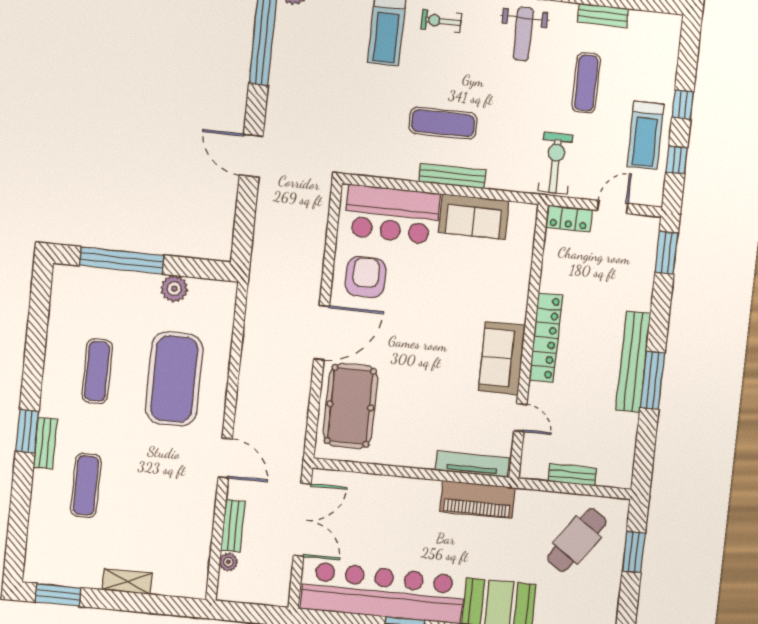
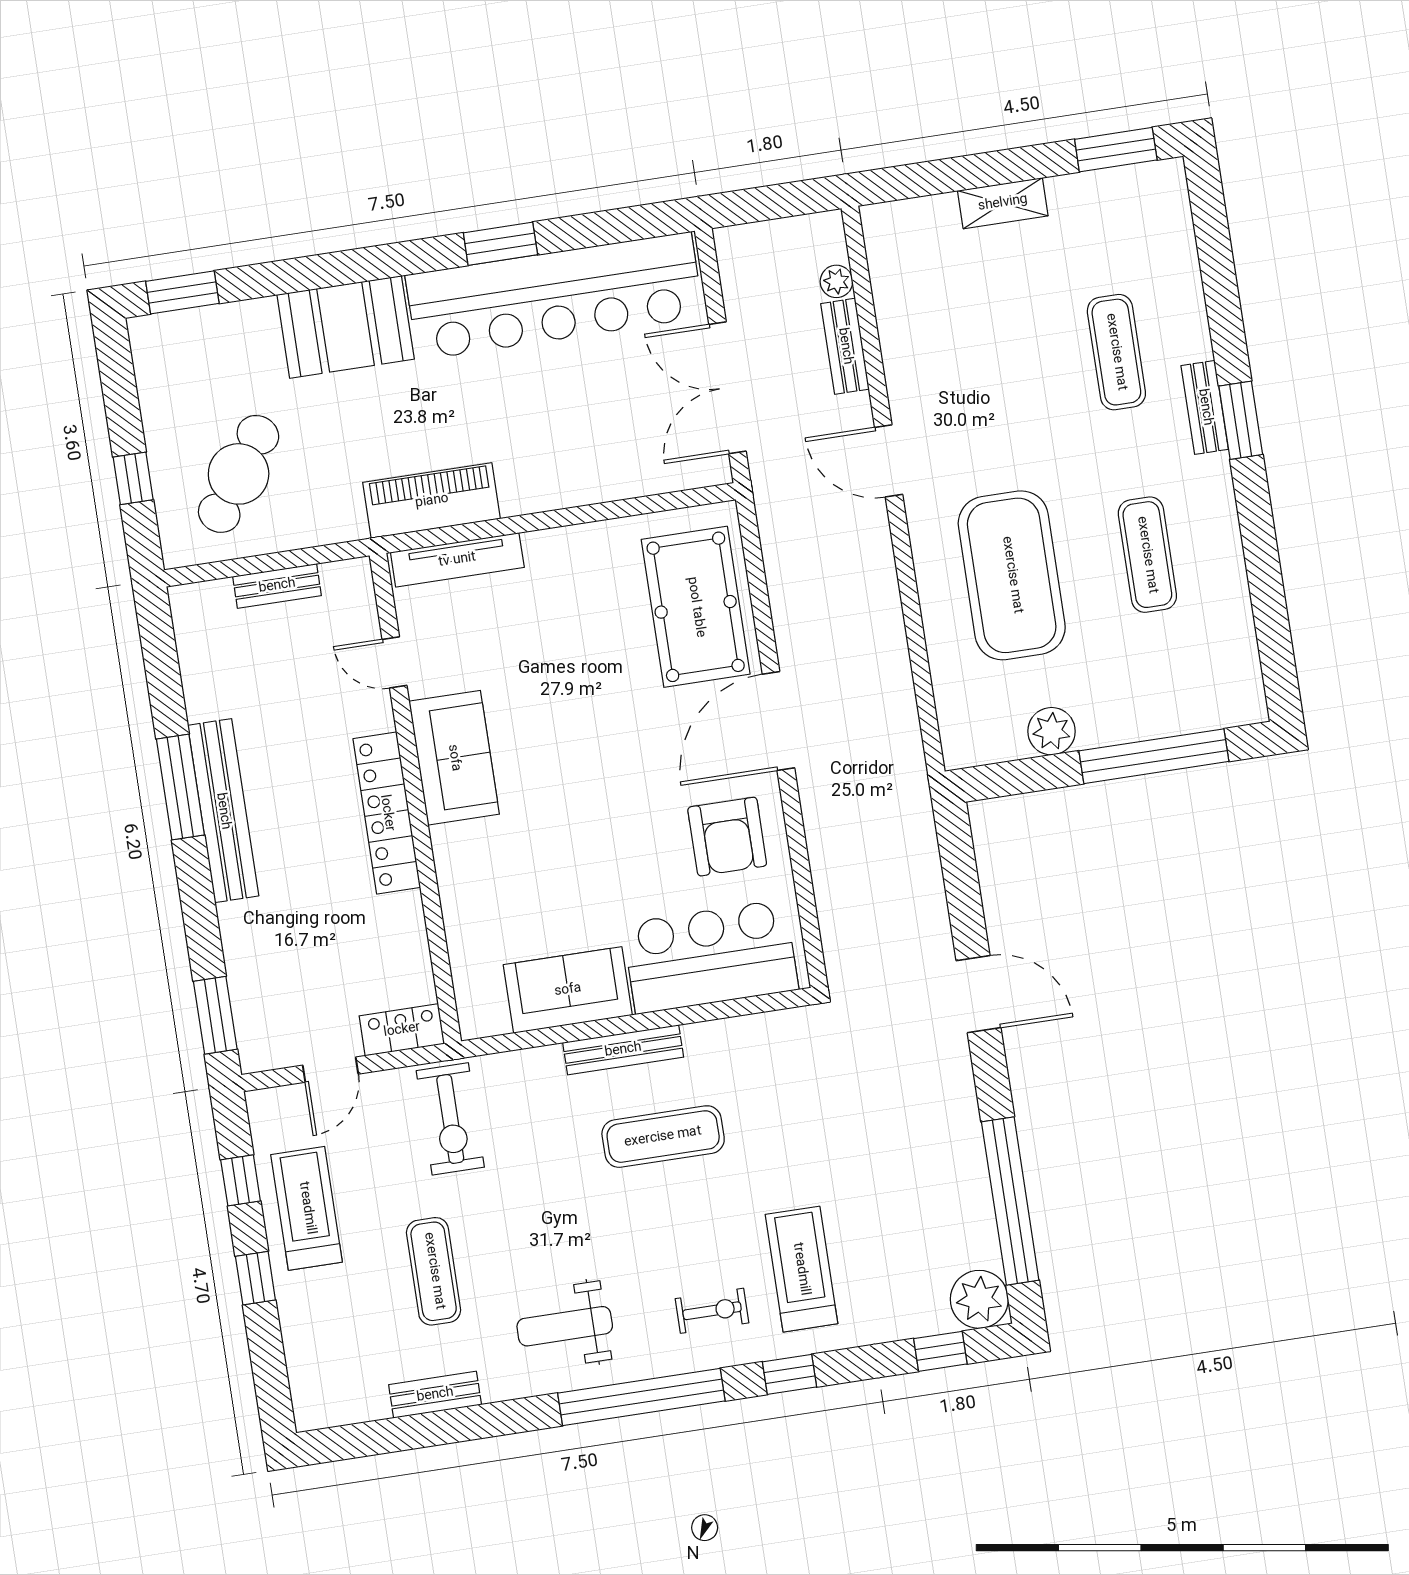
weight bench: (523, 34) -> (565, 1326), turned -90
window: (634, 552) -> (133, 478), width x0.67

